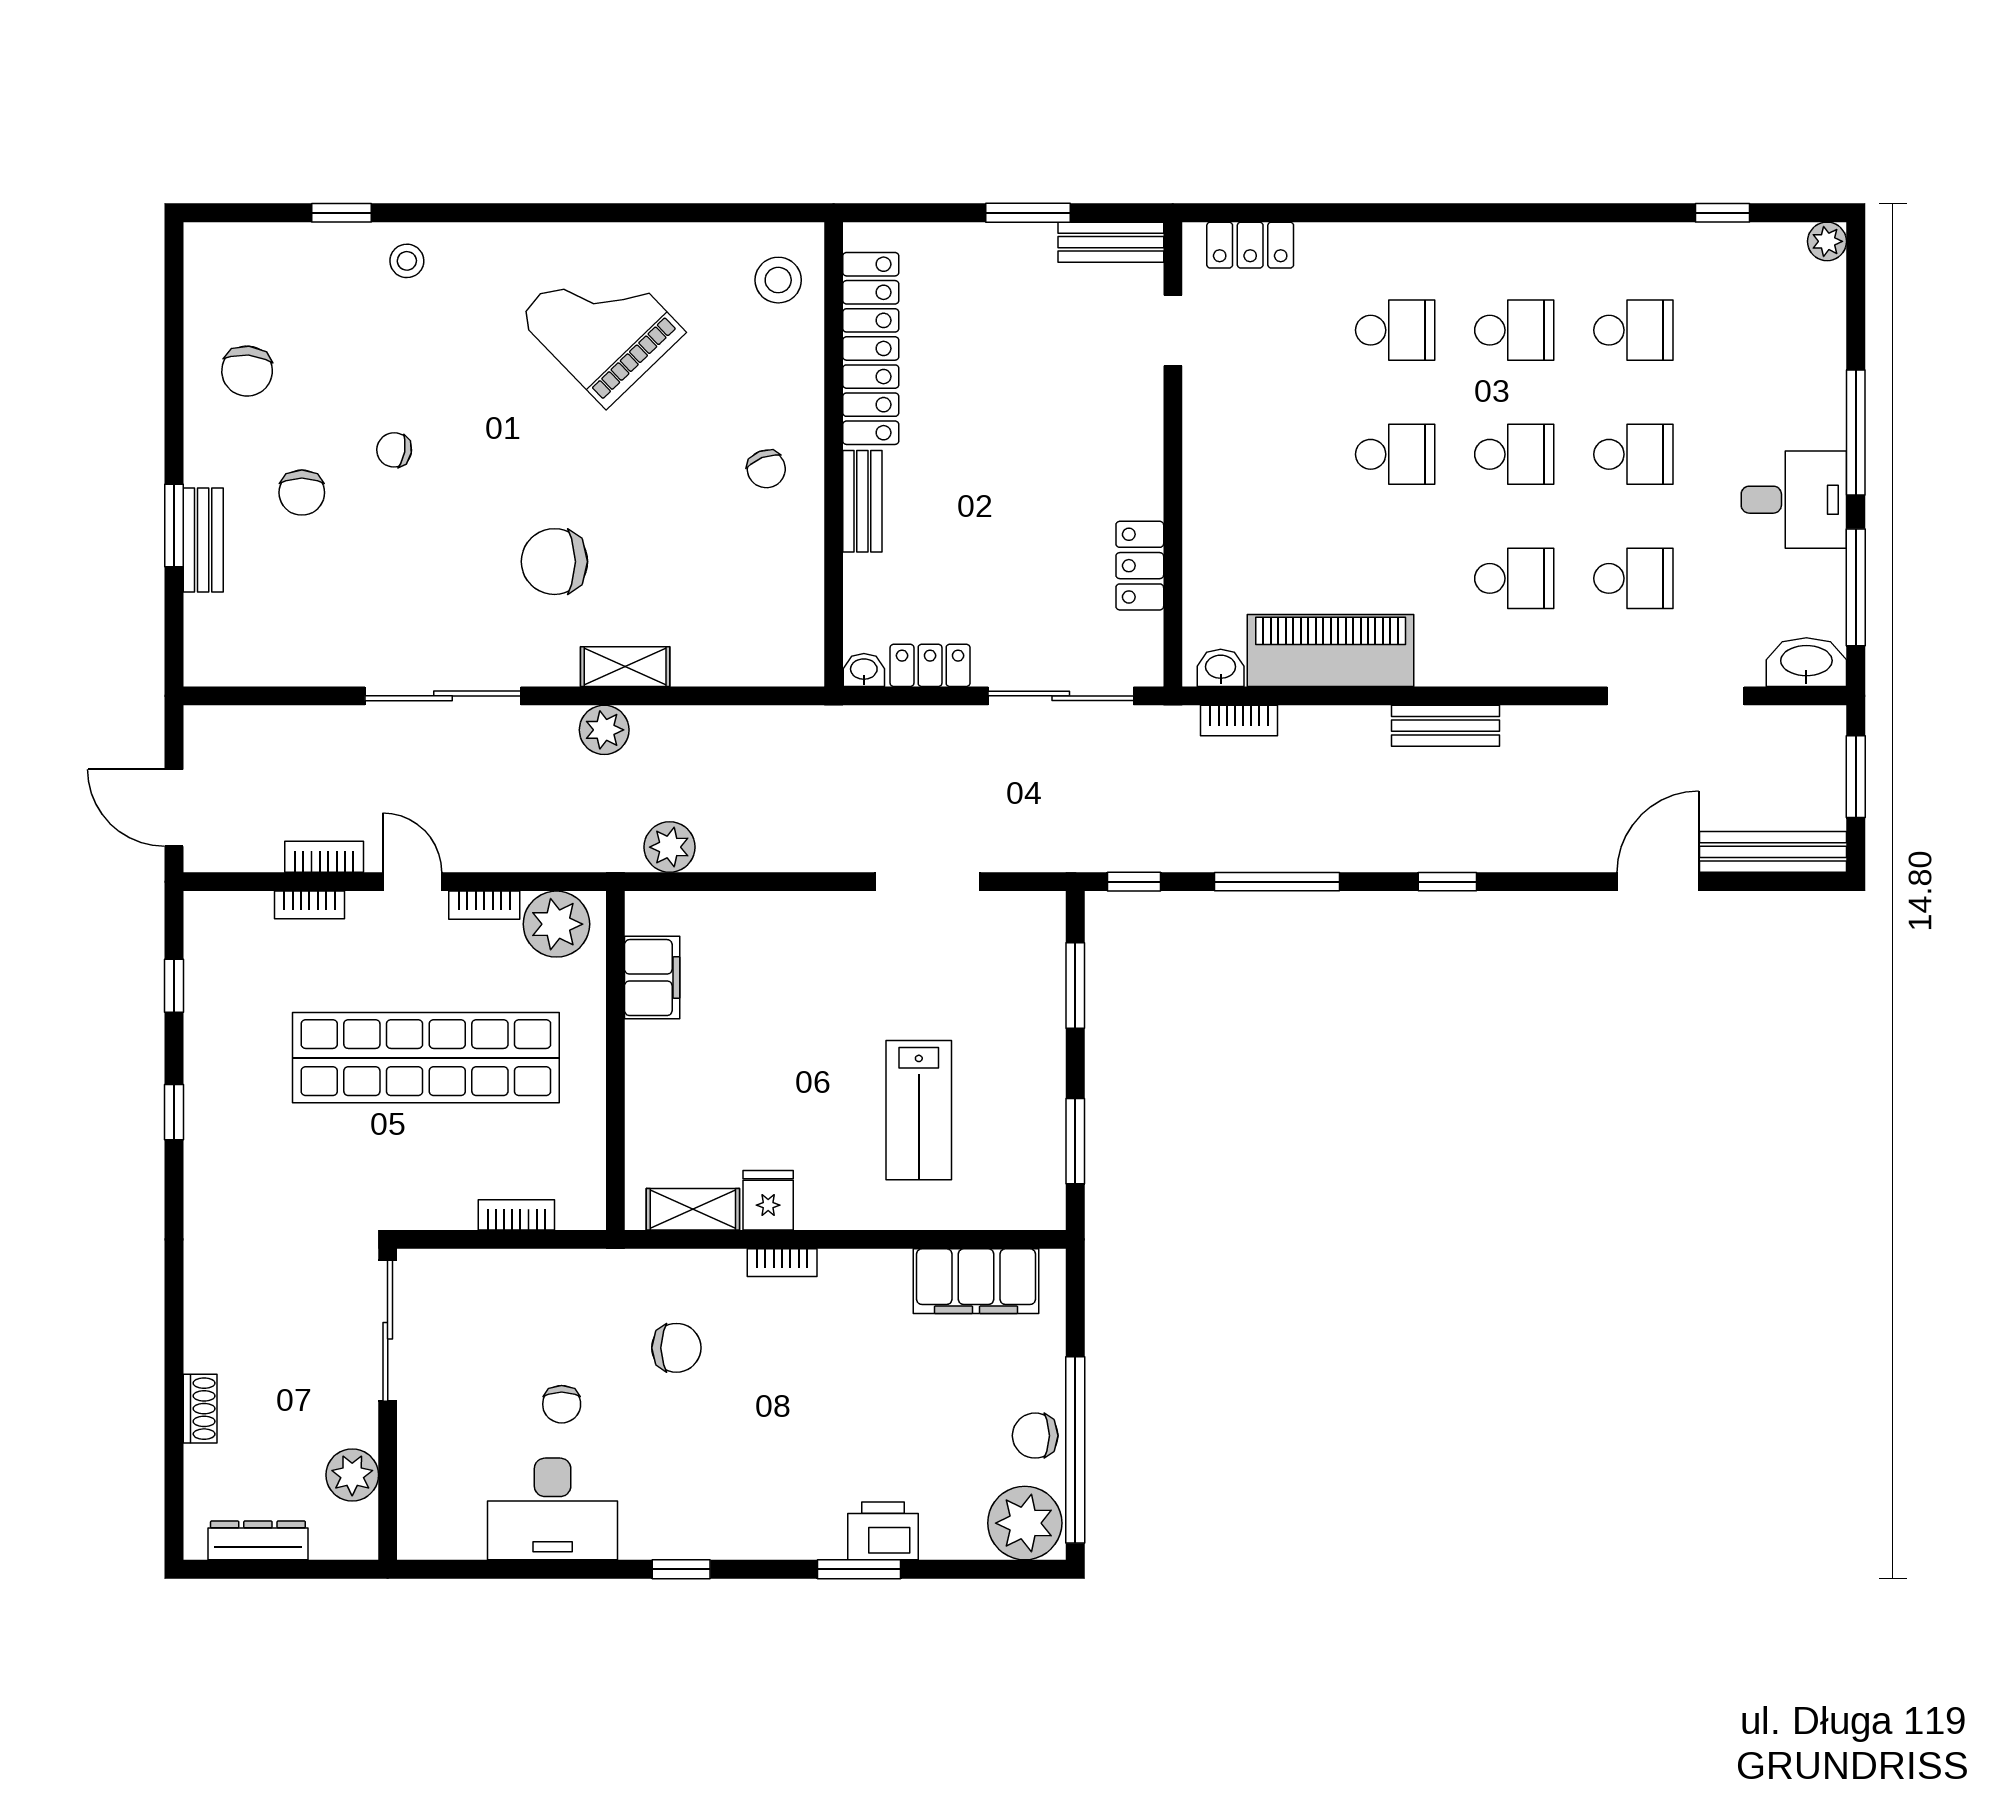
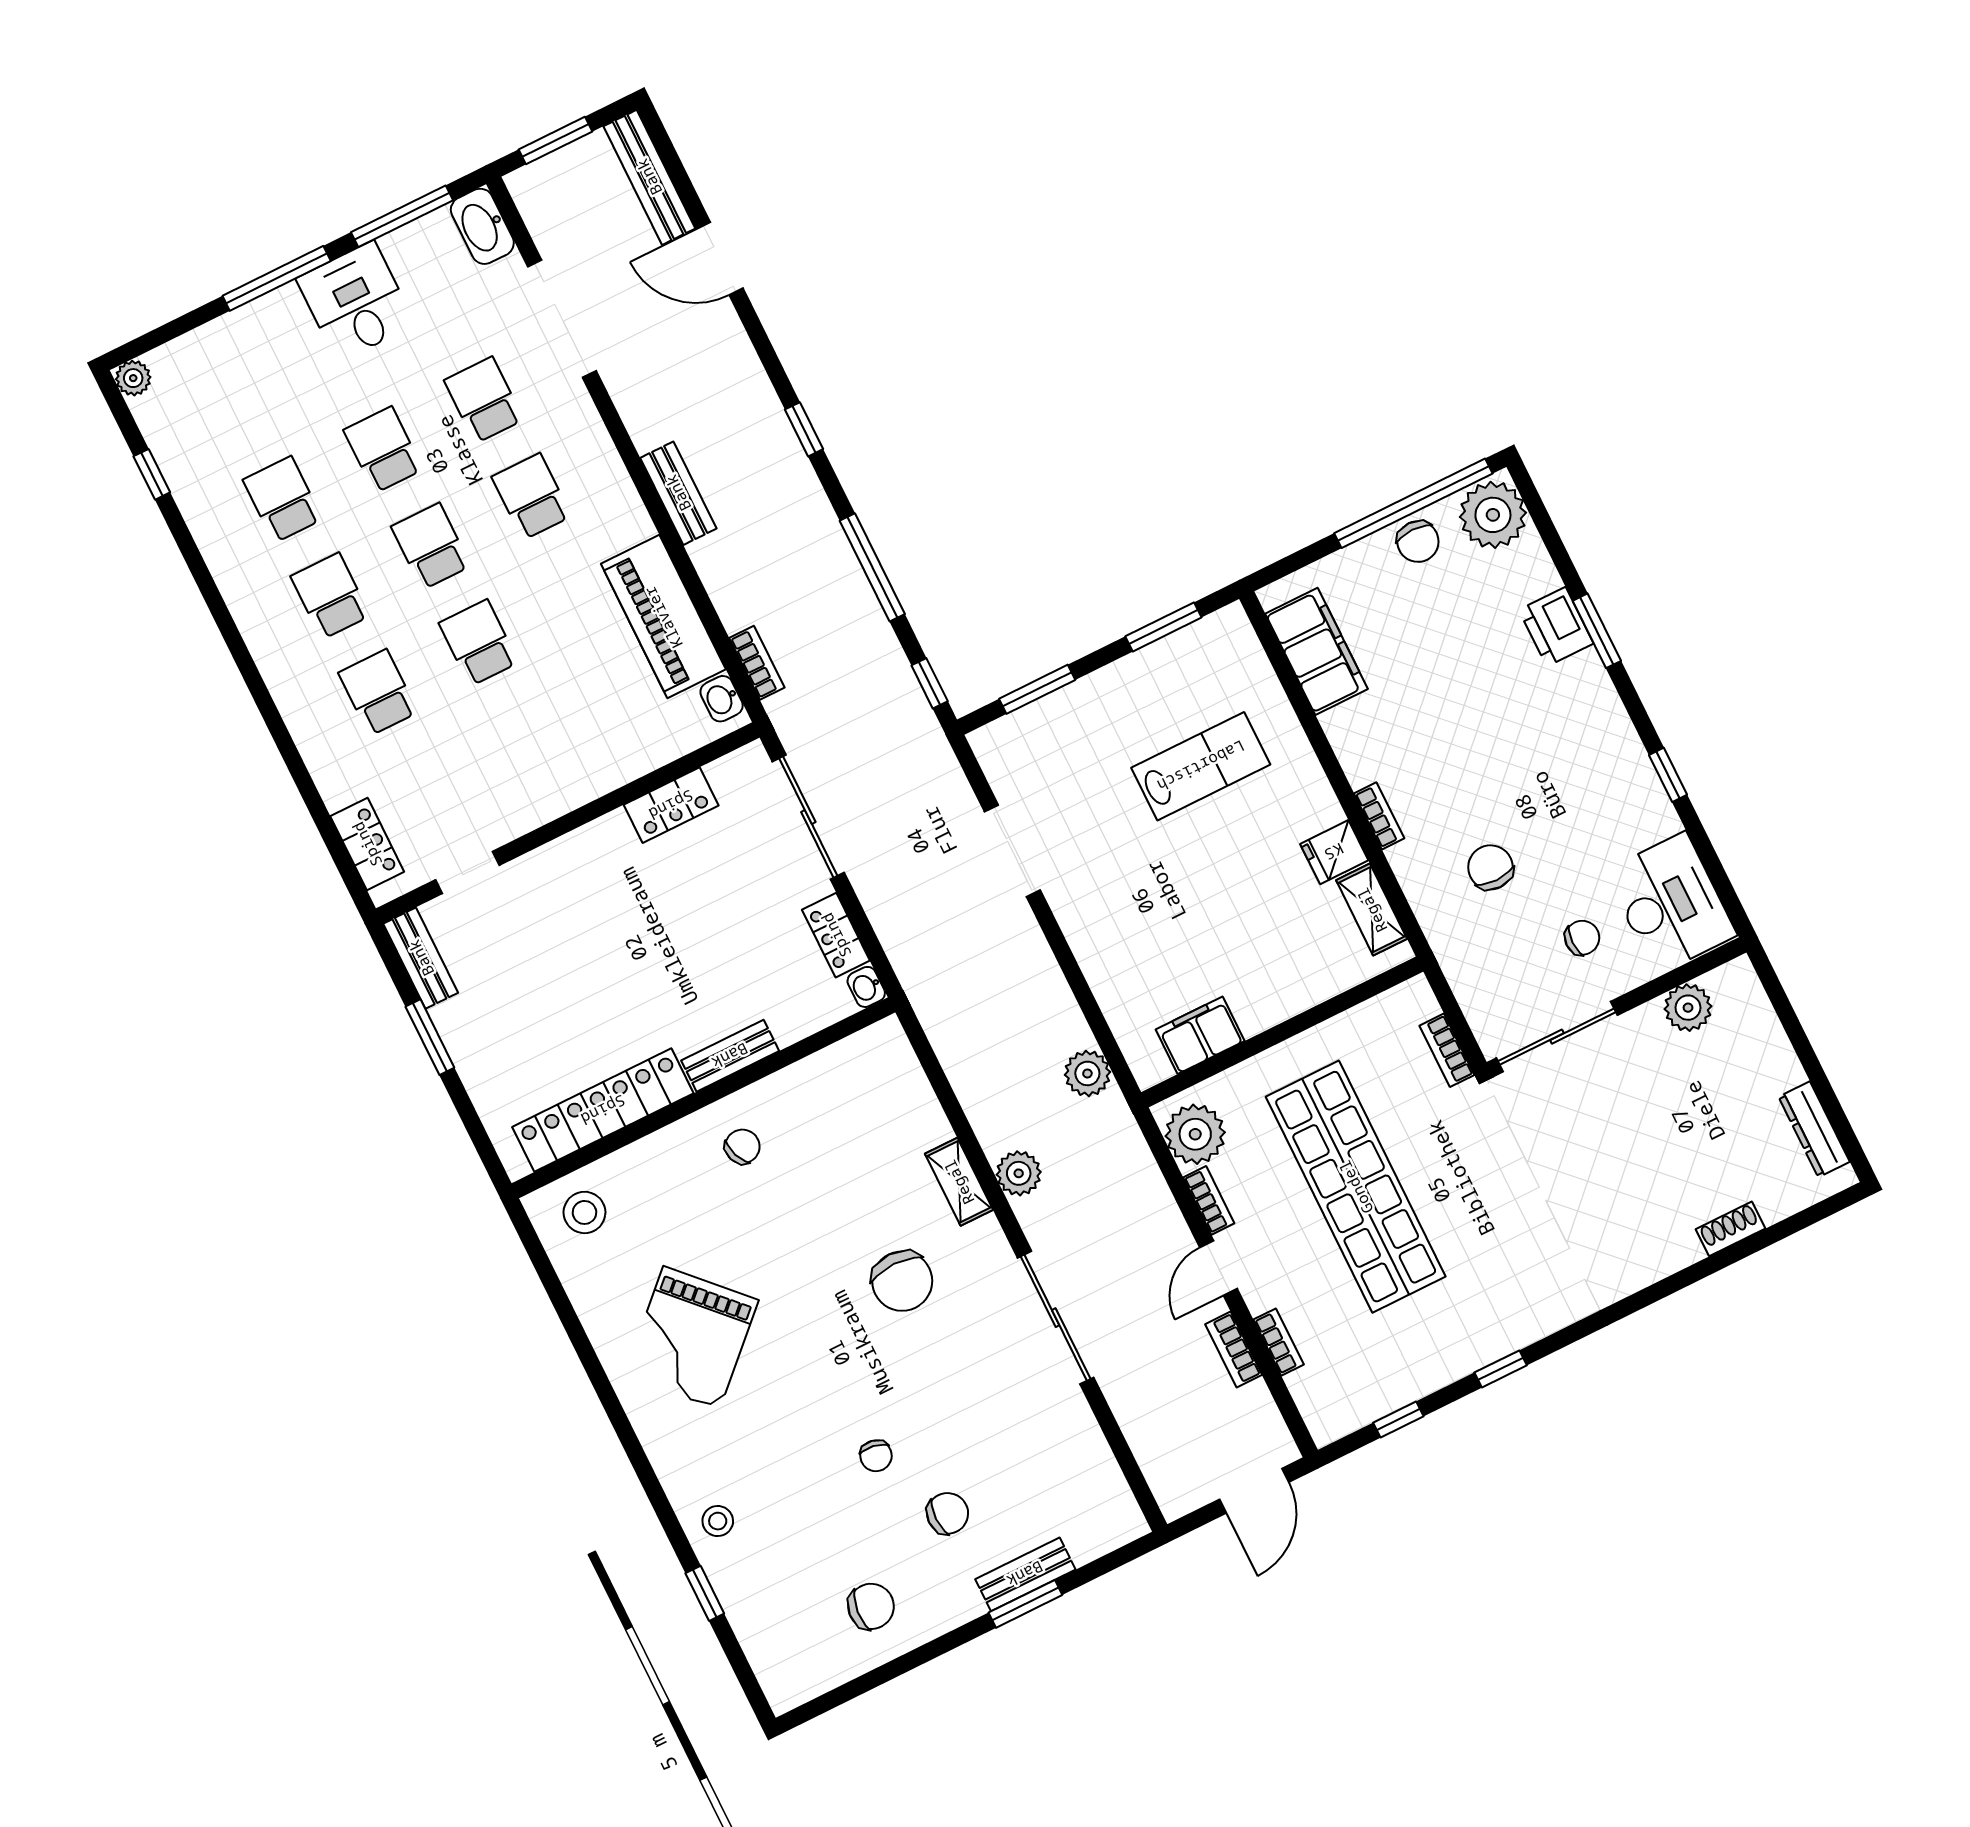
sliding door: (388, 1331) -> (1557, 1037), moved
wall: (388, 1404) -> (1617, 1007), moved
plant: (352, 1475) -> (1688, 1008), moved

